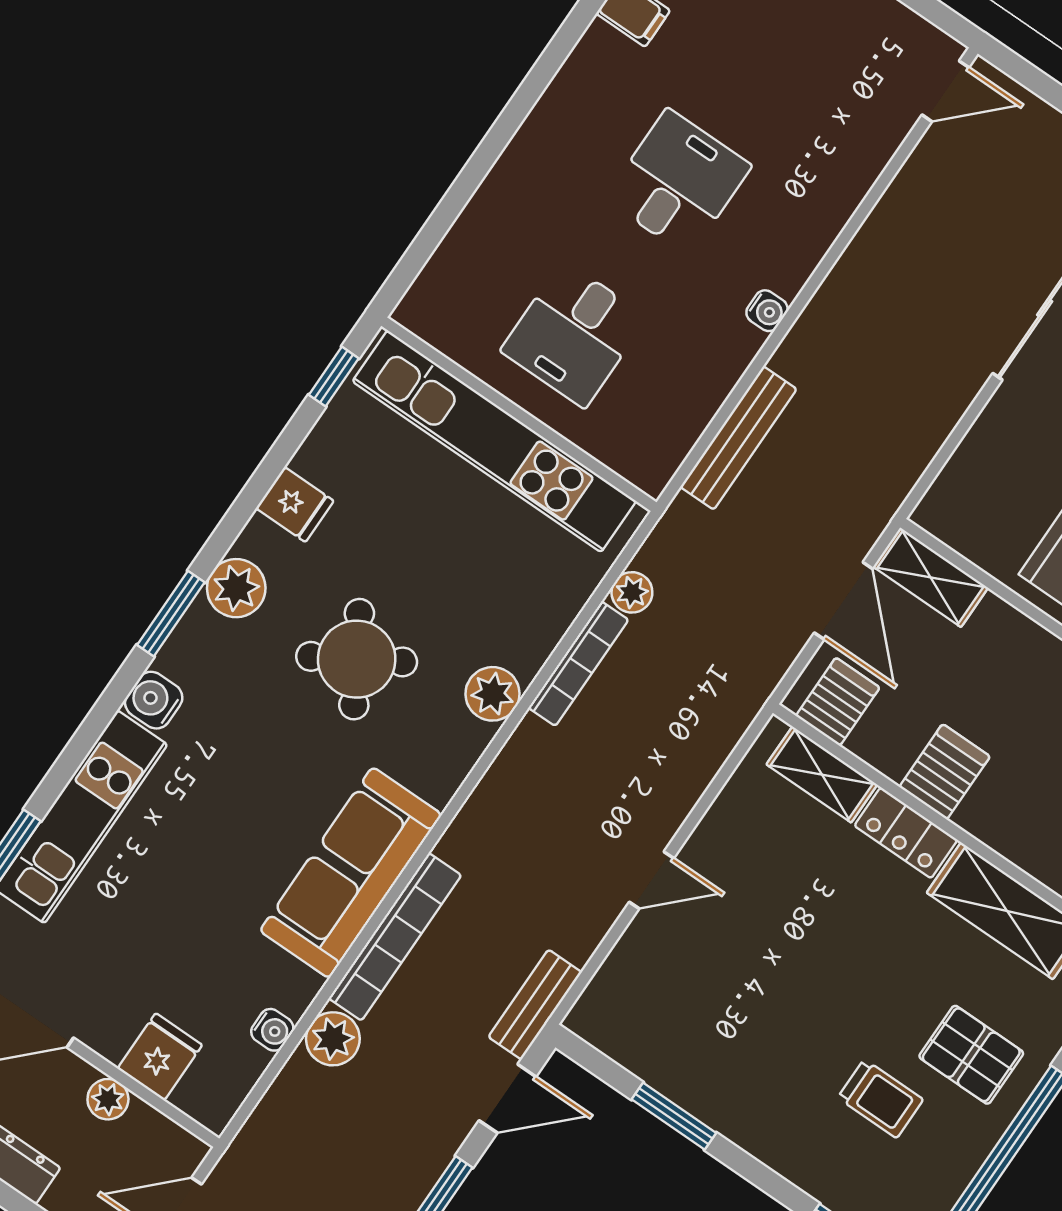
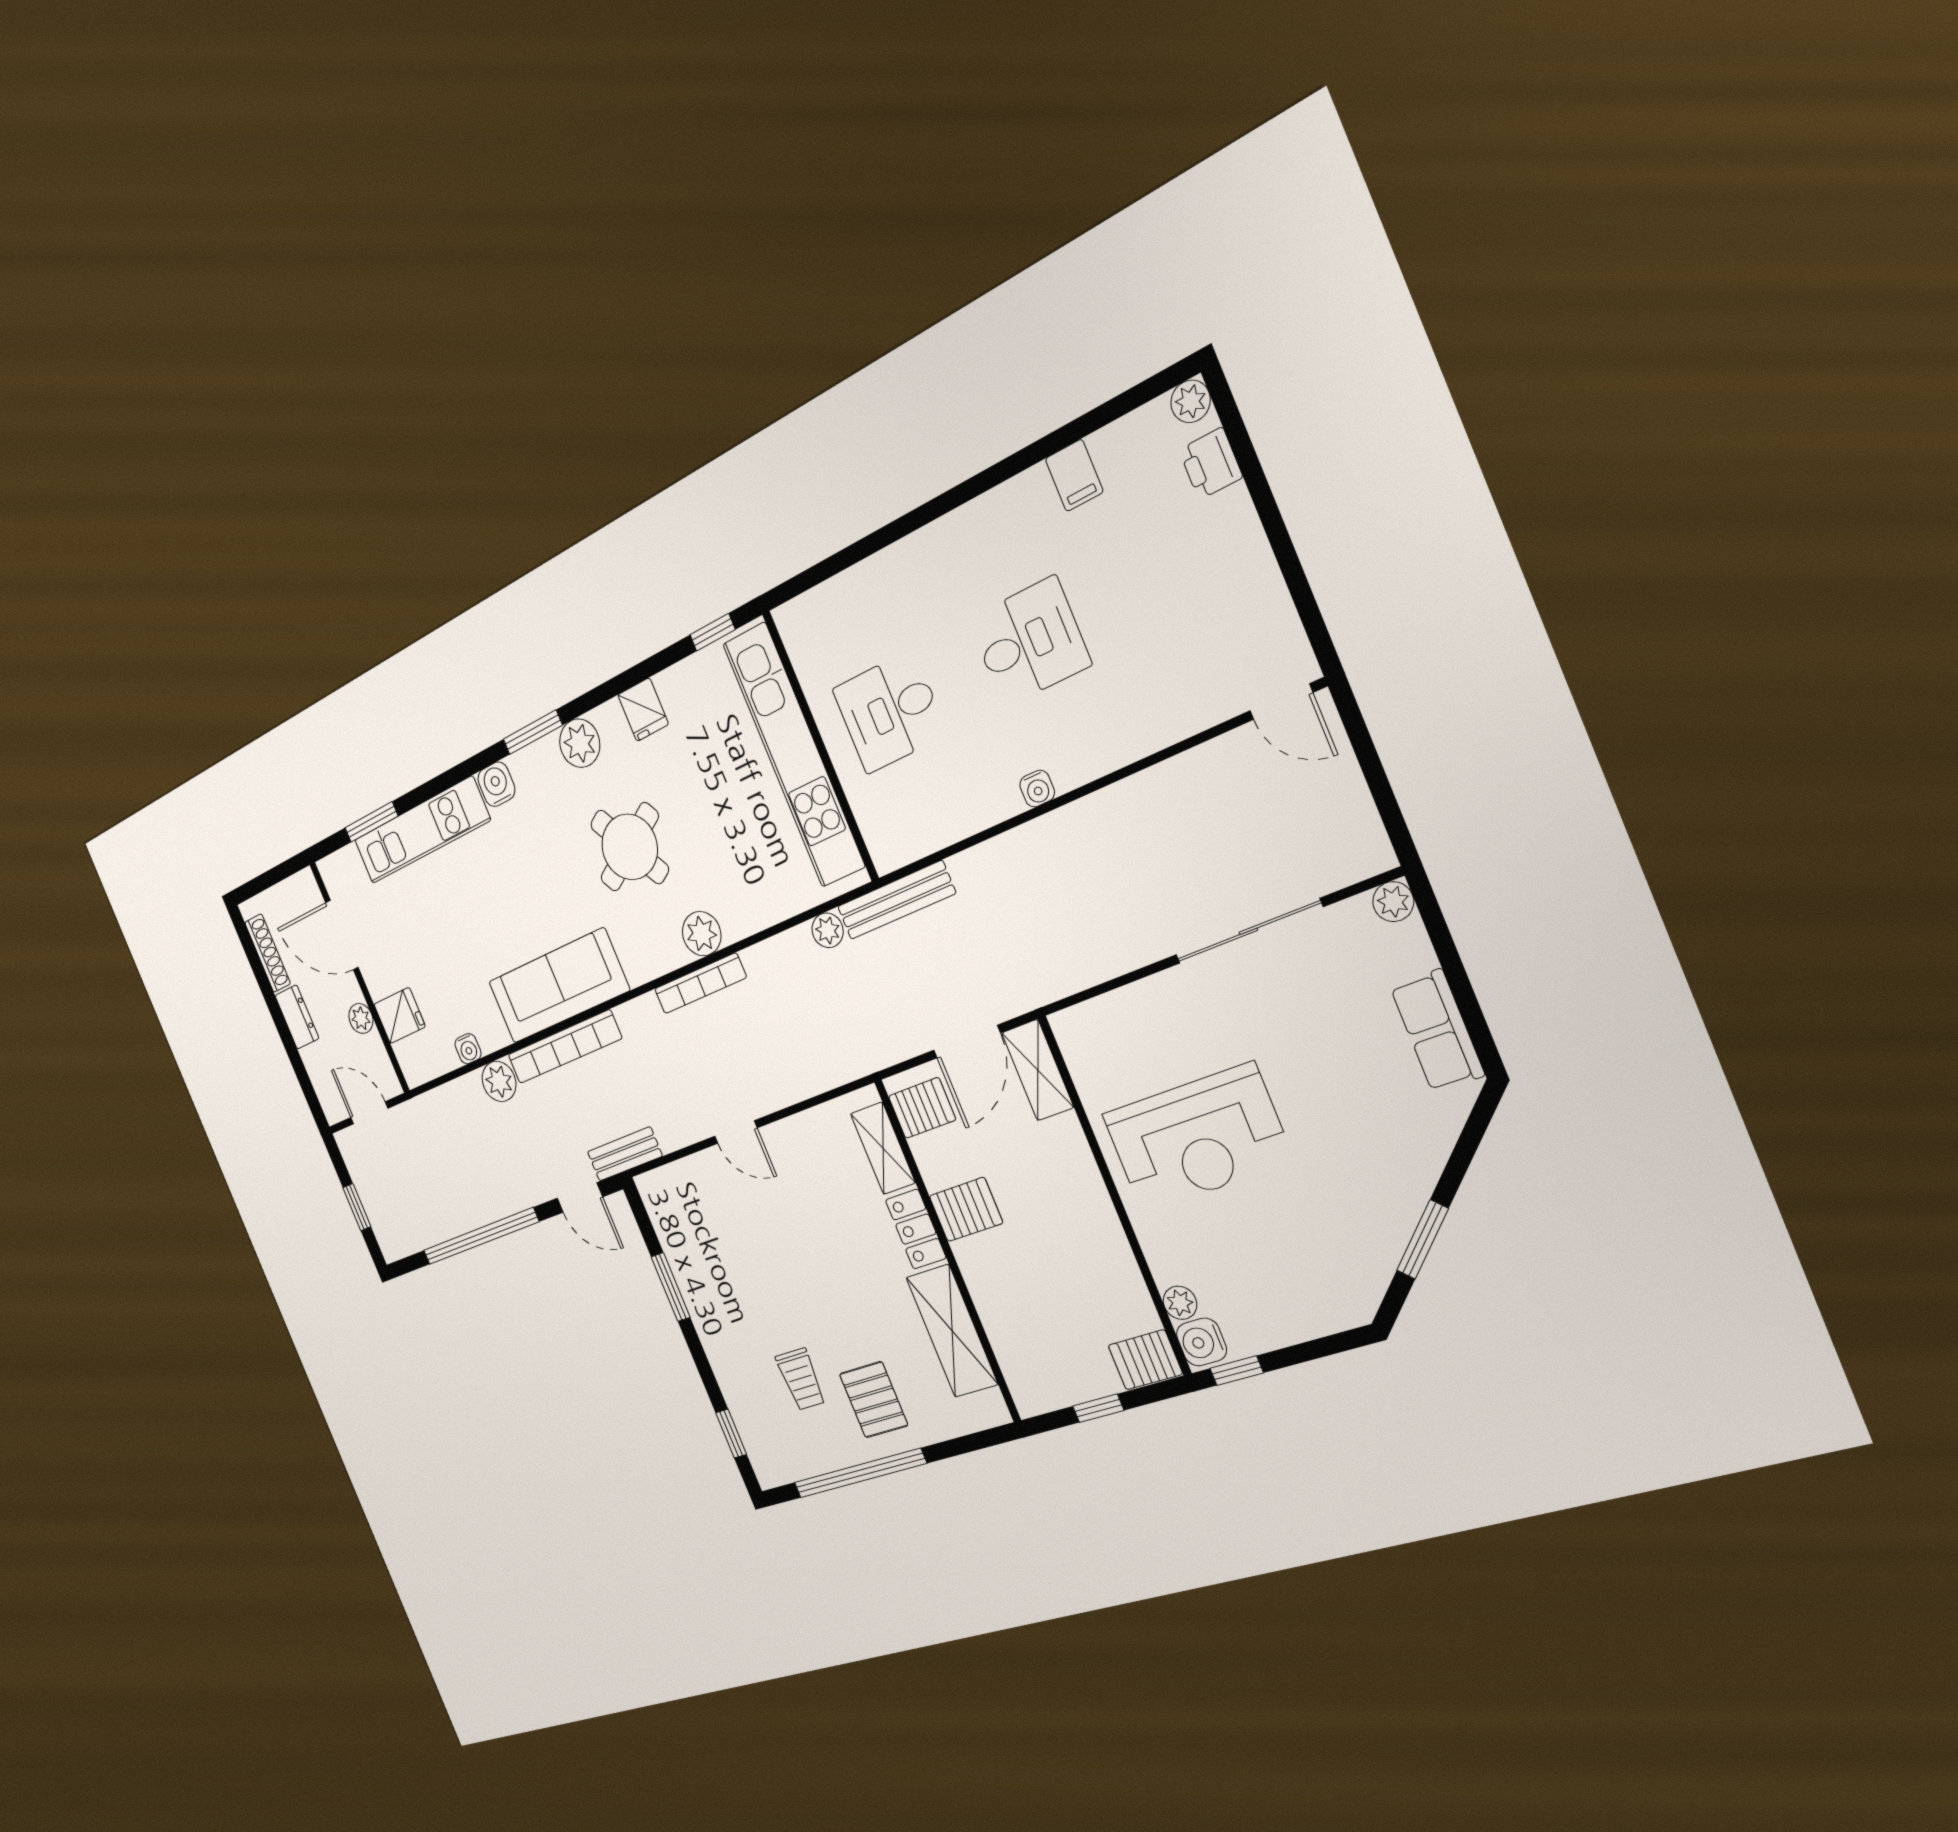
bench: (738, 438) -> (896, 900), moved
bookcase: (578, 664) -> (700, 983), moved

